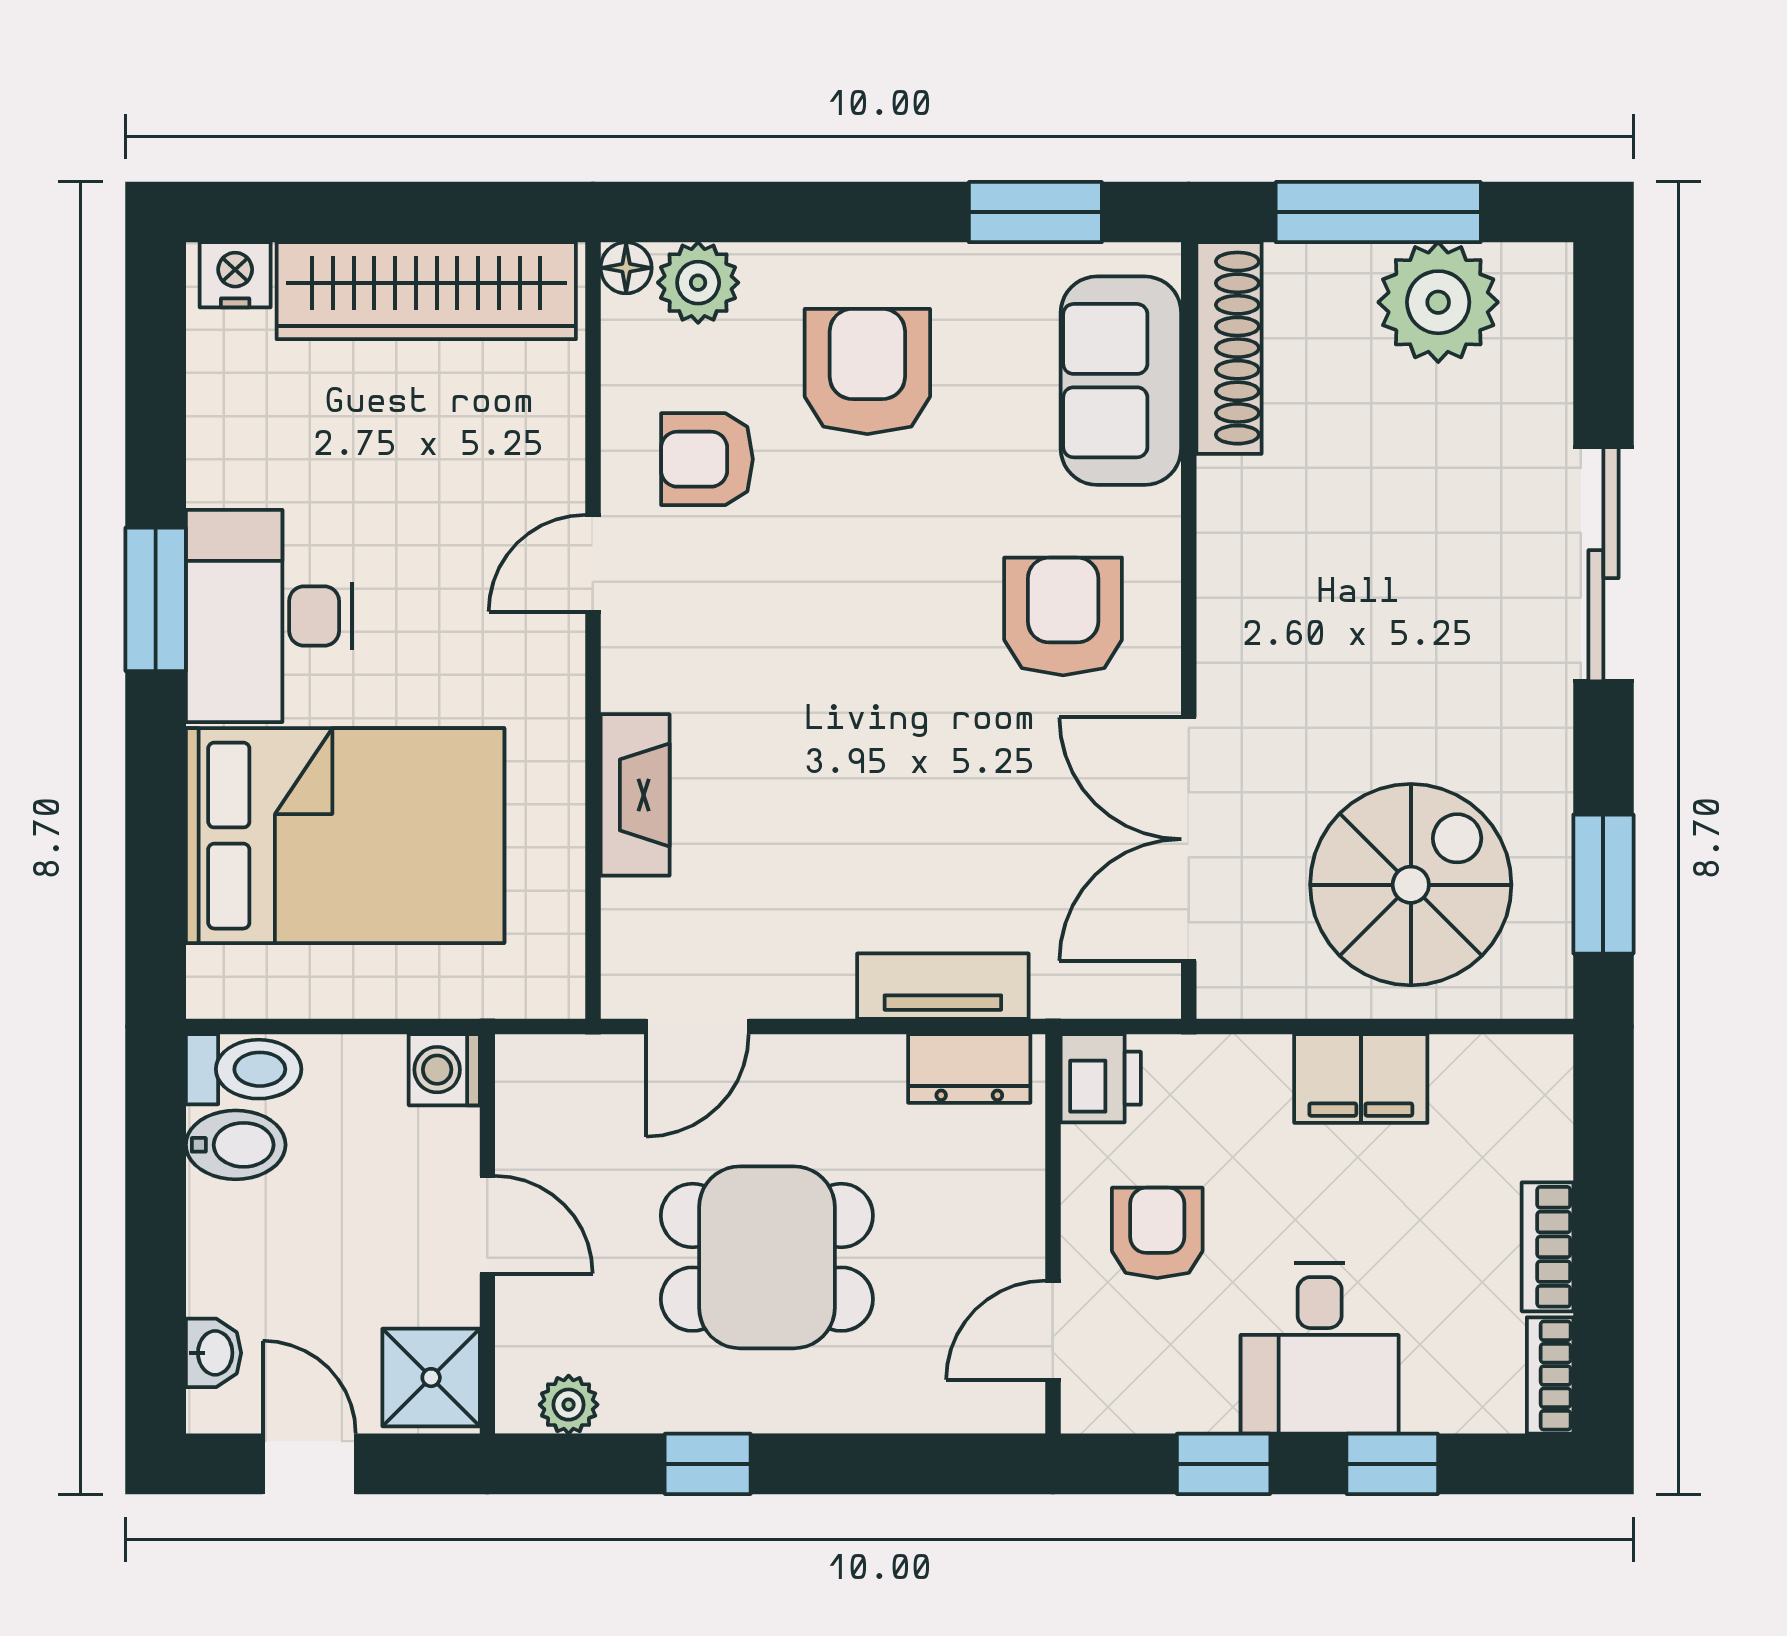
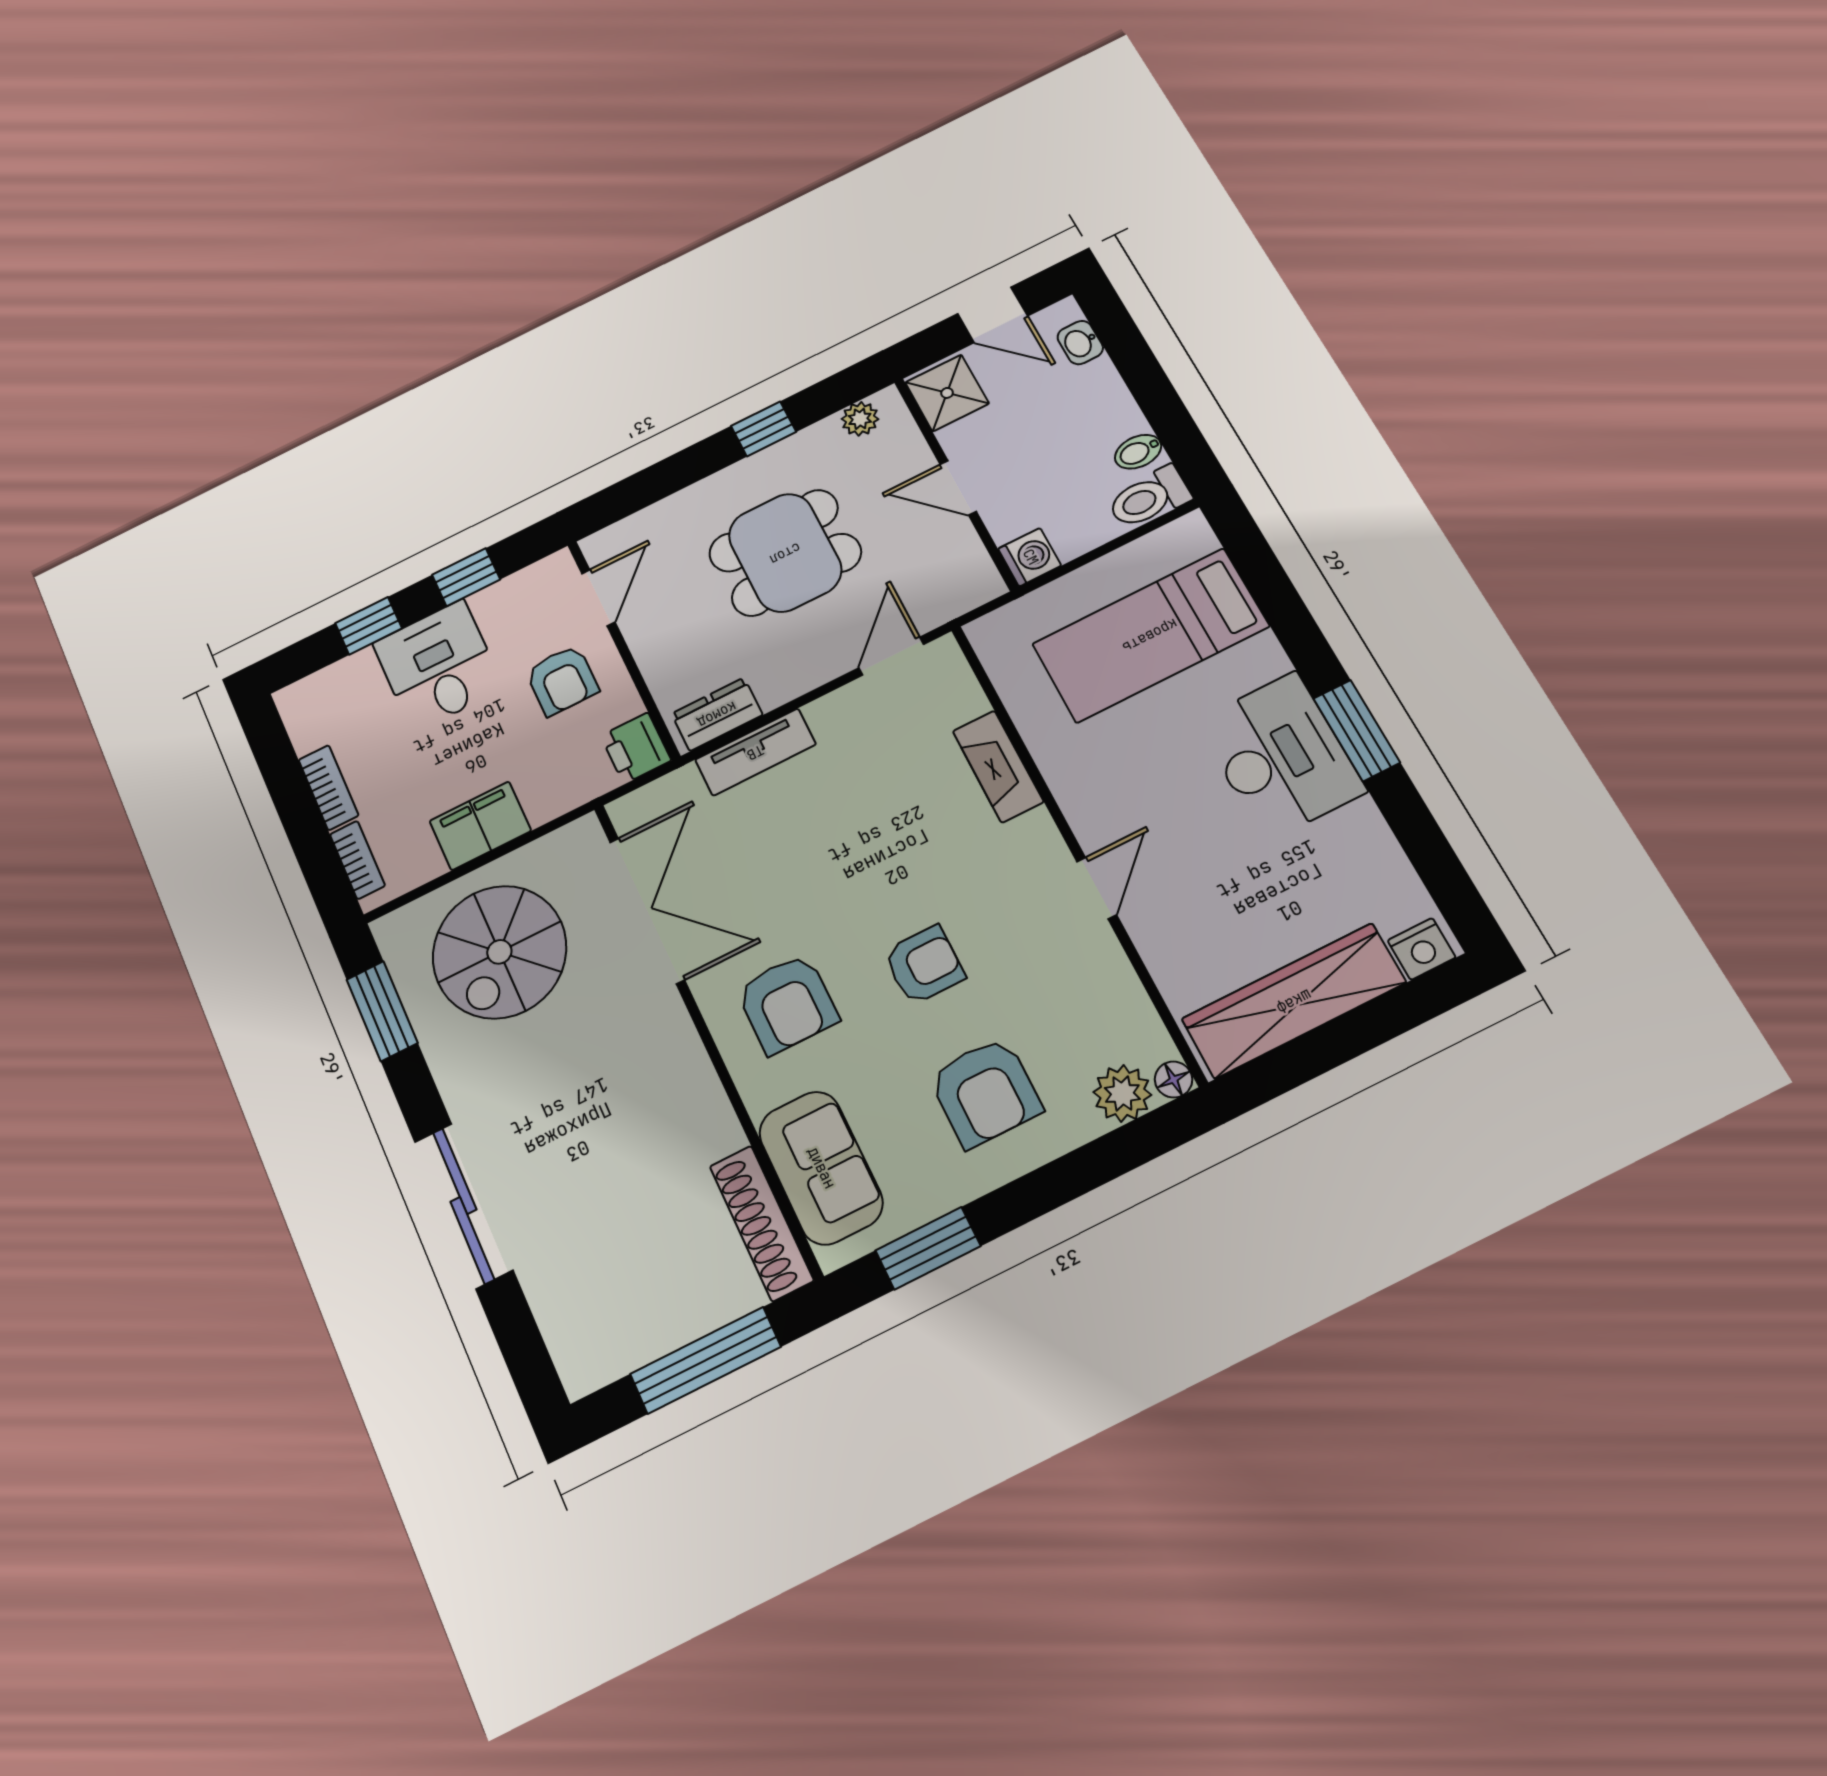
plant: (1438, 302) -> (641, 1320), removed
armchair: (707, 459) -> (924, 965), moved
bed: (345, 836) -> (1150, 635), width x0.67
bidet: (236, 1145) -> (1138, 452), width x0.72, depth x0.74
bookcase: (1550, 1376) -> (357, 860), moved

